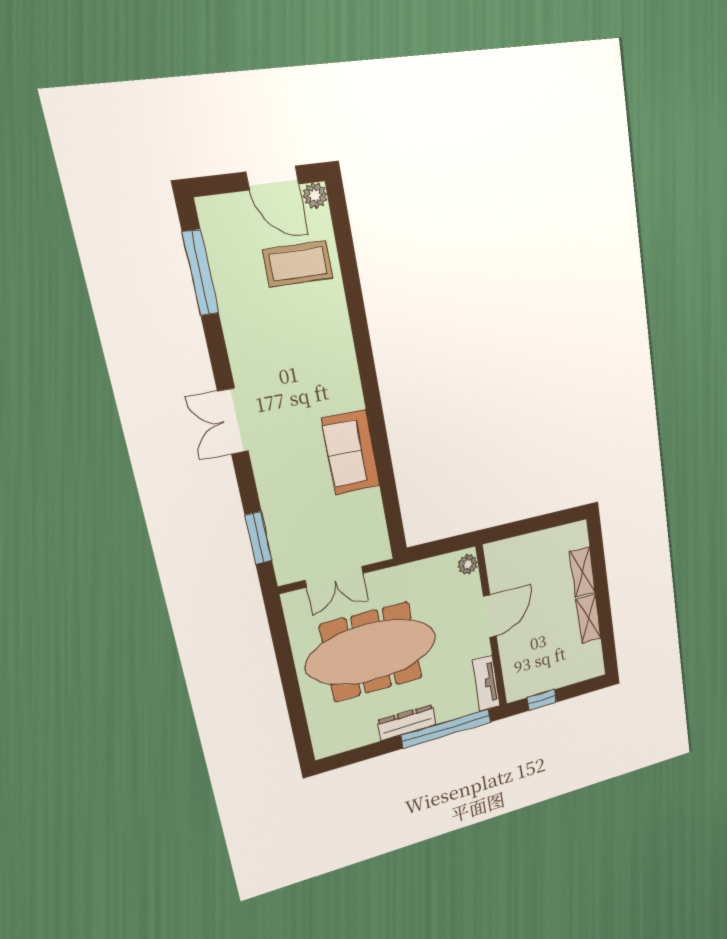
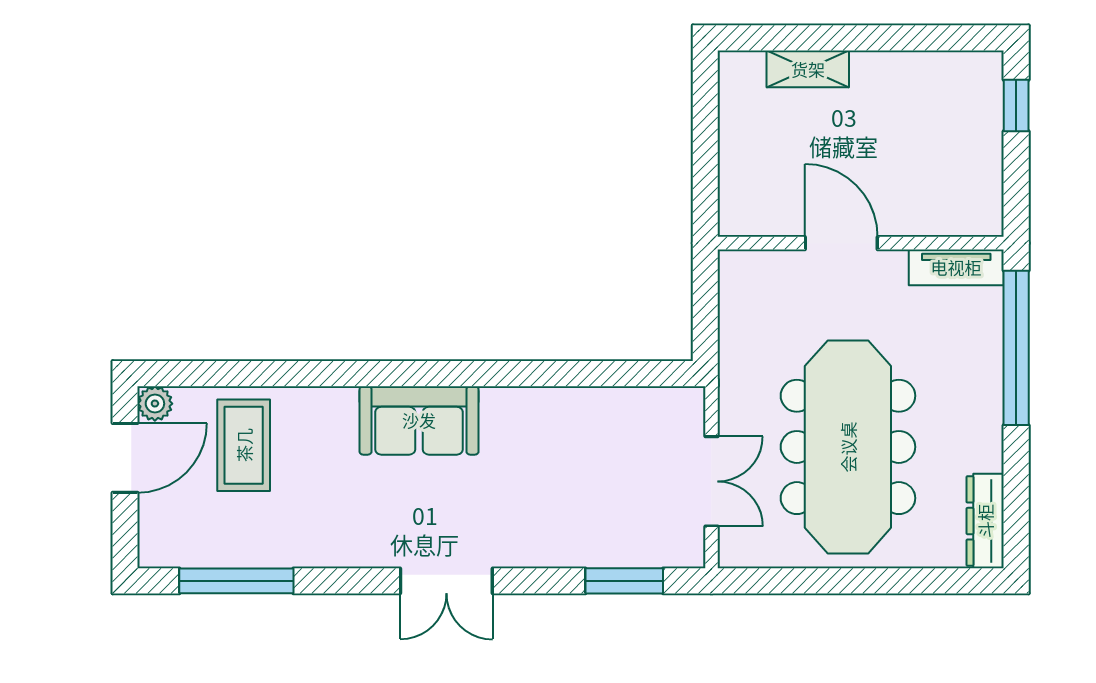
sofa: (351, 452) -> (419, 420), moved
plant: (468, 564) -> (744, 266), removed
shelving: (588, 619) -> (893, 69), removed
window: (542, 700) -> (1016, 105), moved
dresser: (407, 723) -> (985, 521), moved

